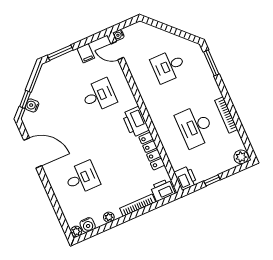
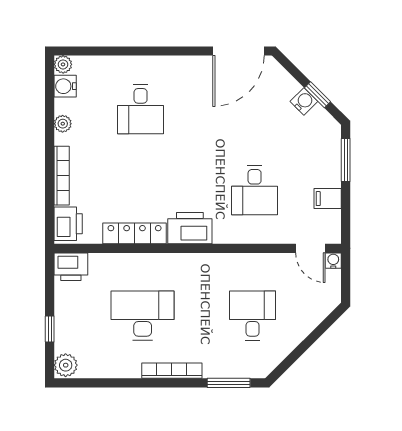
door: (117, 51) -> (310, 248), swing flipped
window: (25, 99) -> (317, 95), moved
water cooler: (32, 105) -> (304, 101), moved
bookcase: (226, 115) -> (172, 371), moved
door: (33, 153) -> (238, 51), moved
window: (212, 180) -> (50, 329), moved

